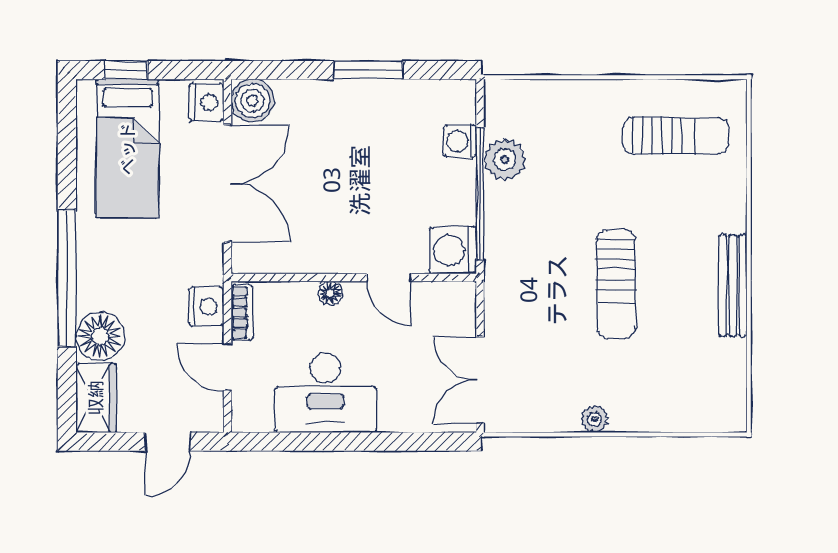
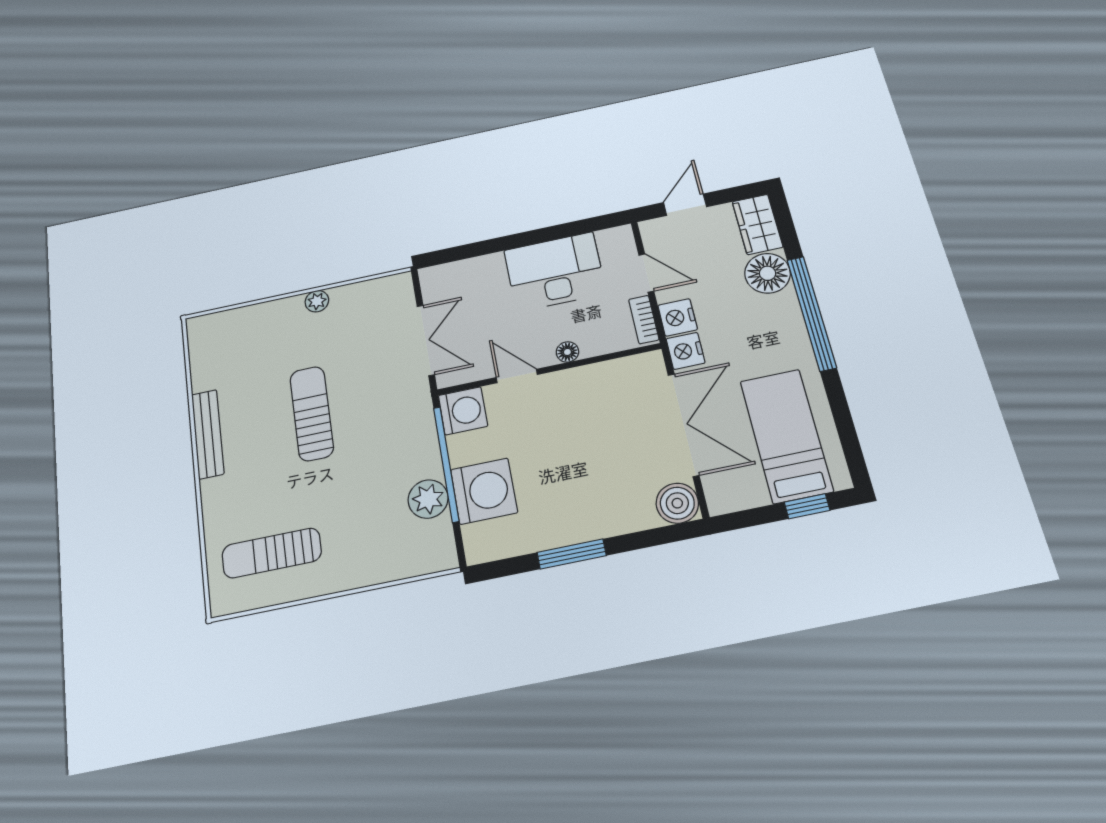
nightstand: (207, 102) -> (686, 351), moved
washing machine: (460, 141) -> (484, 491), width x1.89, depth x1.89
double door: (227, 183) -> (683, 425), swing flipped
double door: (480, 380) -> (426, 340), moved

